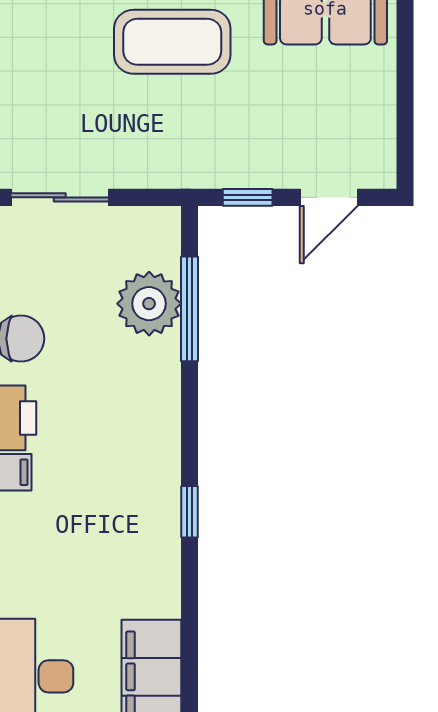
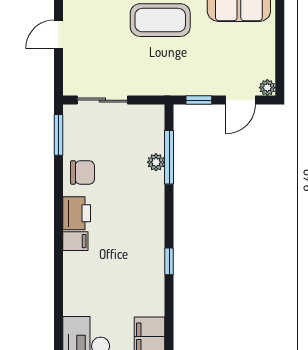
plant: (381, 173) -> (267, 88), added
plant: (149, 304) -> (156, 162), width x0.53, depth x0.53

